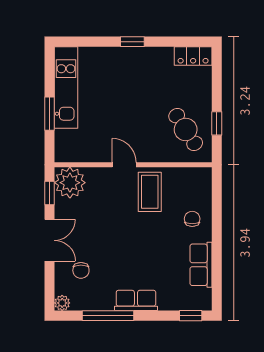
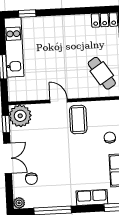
window: (132, 42) -> (27, 14), moved
row of seats: (136, 300) -> (92, 197), moved

